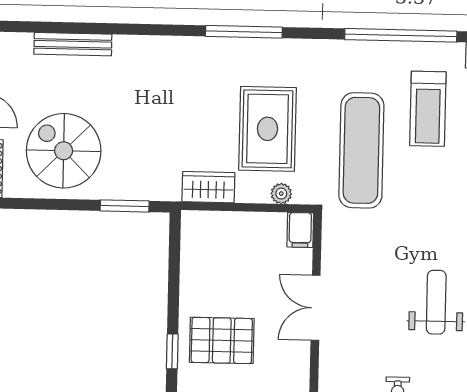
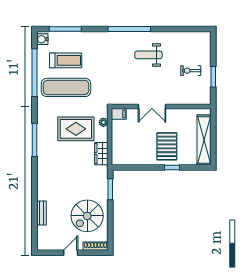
bench: (73, 44) -> (41, 213), width x0.73
exercise mat: (361, 150) -> (66, 87), moved

